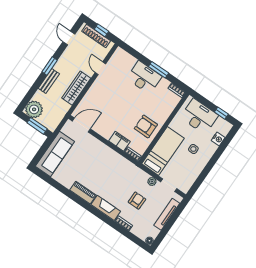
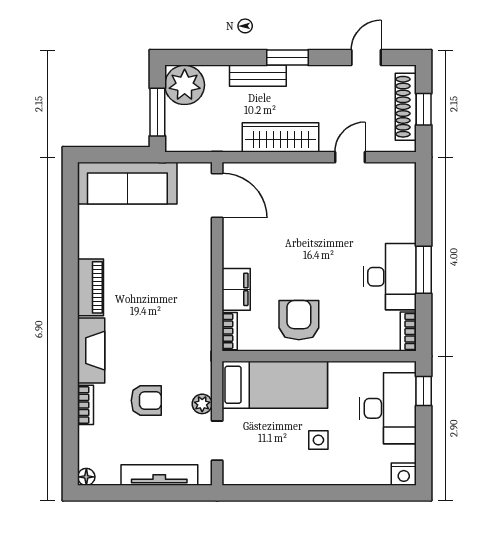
desk: (144, 77) -> (390, 277), moved
window: (221, 113) -> (424, 391), moved
nightstand: (218, 139) -> (404, 474), moved

